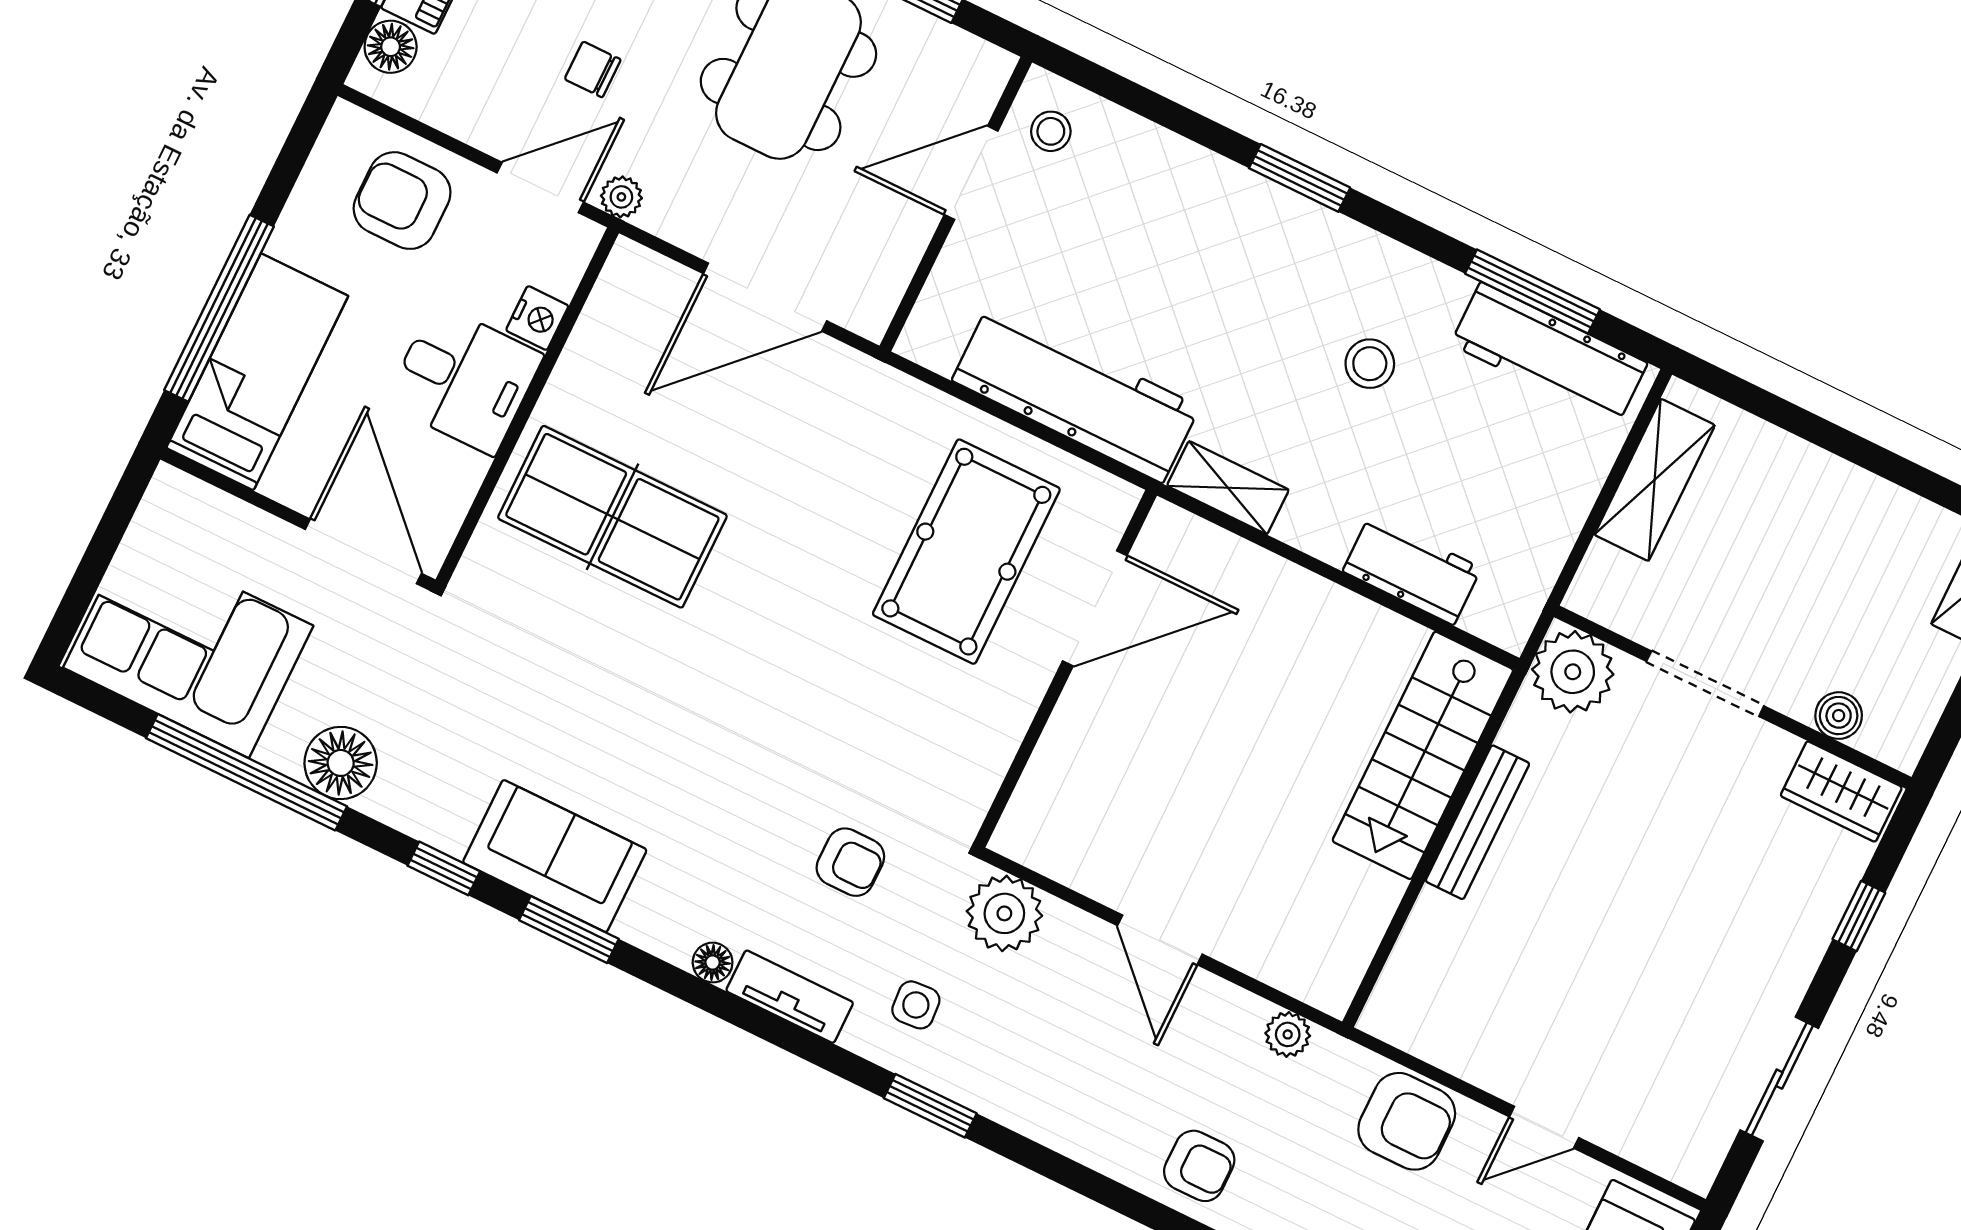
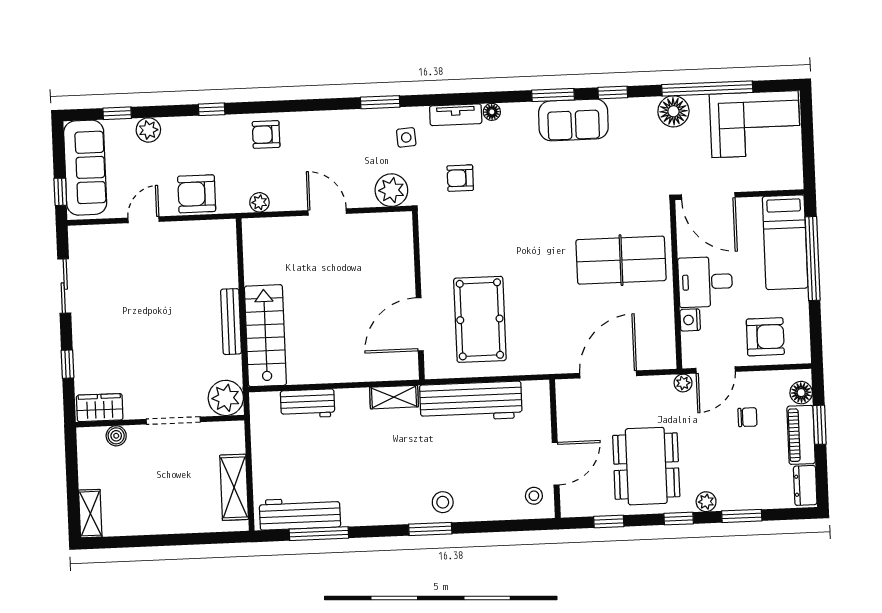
chair: (593, 69) -> (747, 417), moved
stool: (1370, 364) -> (443, 502), moved

